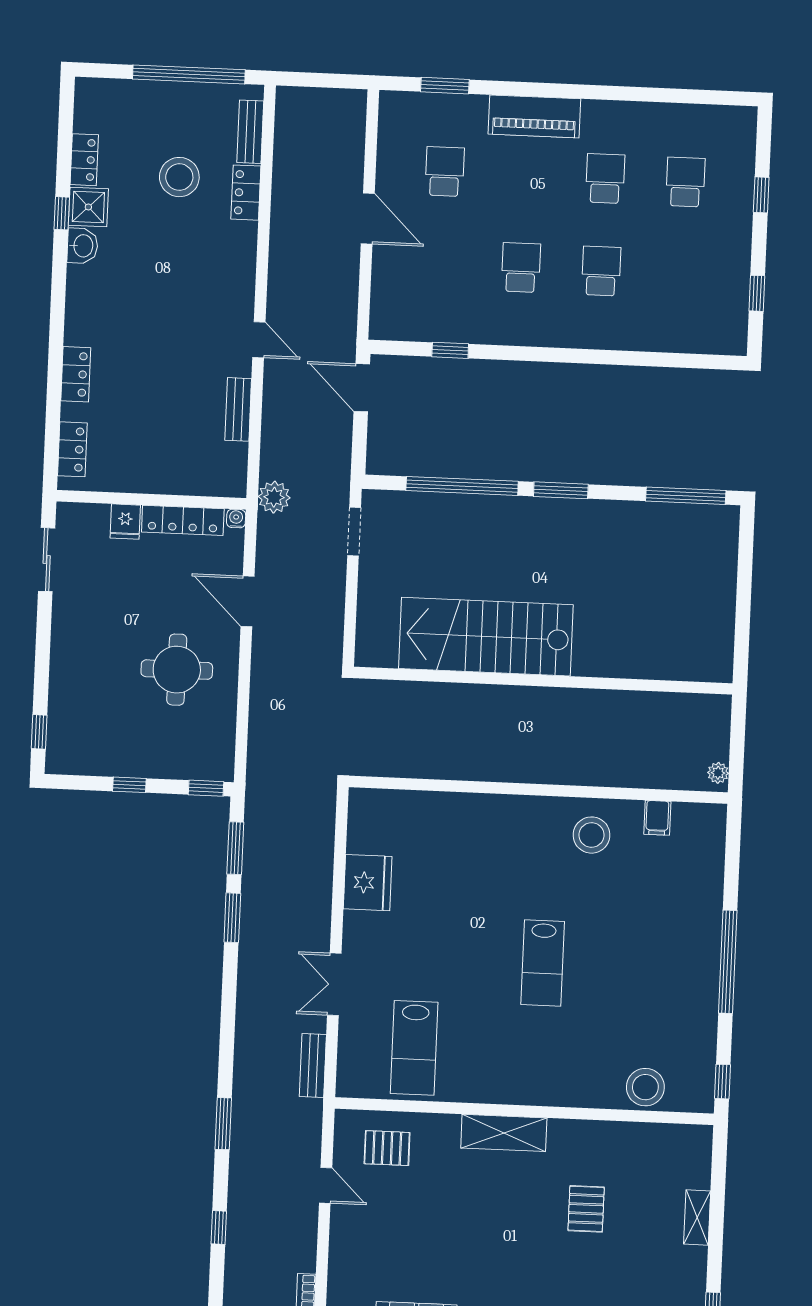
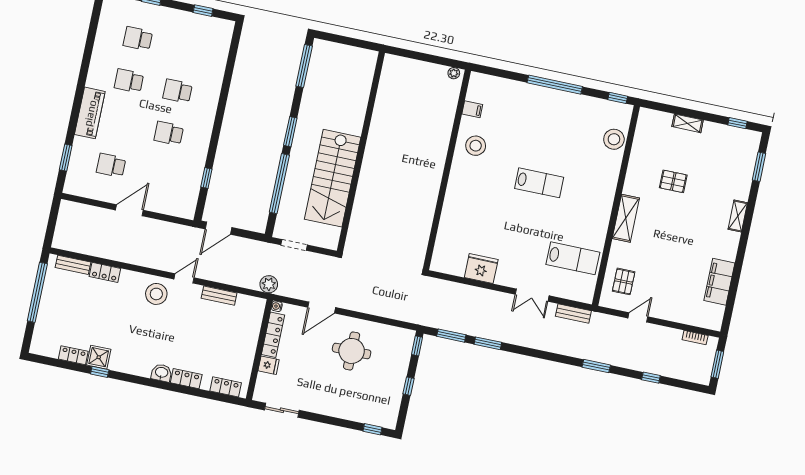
stool: (179, 177) -> (156, 294), moved
washbasin: (82, 246) -> (162, 373), moved
stairs: (486, 637) -> (333, 178), moved
wall: (543, 681) -> (361, 152), moved

